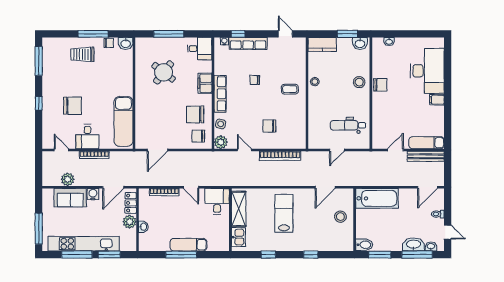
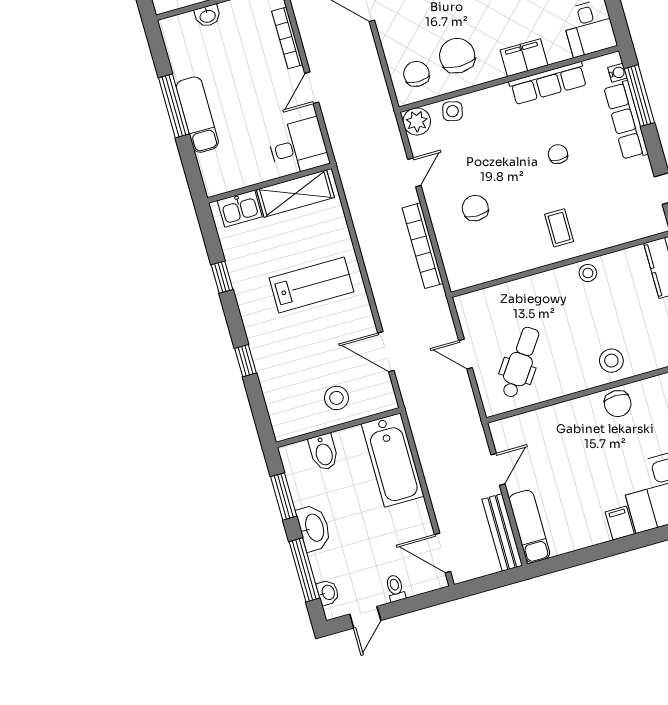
window: (238, 34) -> (639, 96), width x2.17
row of seats: (220, 94) -> (548, 83), moved
dental chair: (348, 125) -> (520, 362), turned 35
door: (395, 150) -> (498, 469), hinge flipped
washbasin: (414, 244) -> (314, 528), moved
bidet: (364, 245) -> (324, 452), moved

